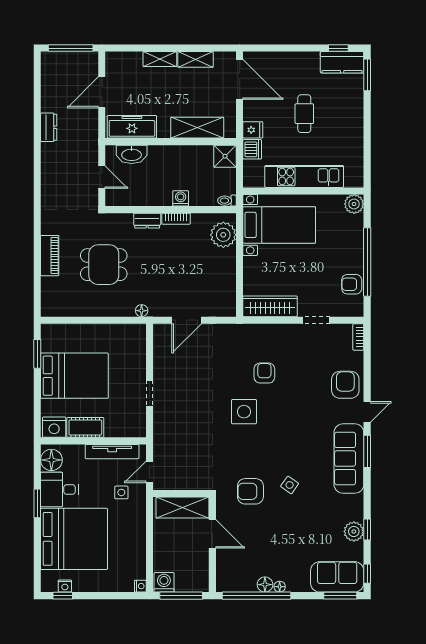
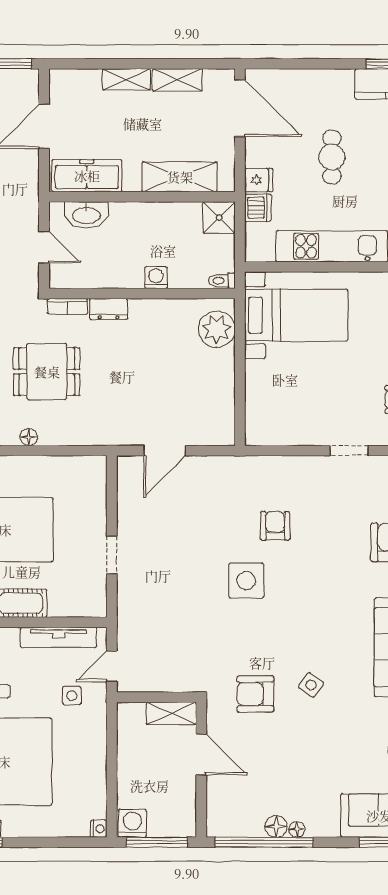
bookcase: (176, 219) -> (67, 306), moved
wardrobe: (270, 306) -> (283, 431), removed
floor lamp: (142, 311) -> (29, 437), moved
shelving: (183, 508) -> (171, 713), width x0.67, depth x0.75

